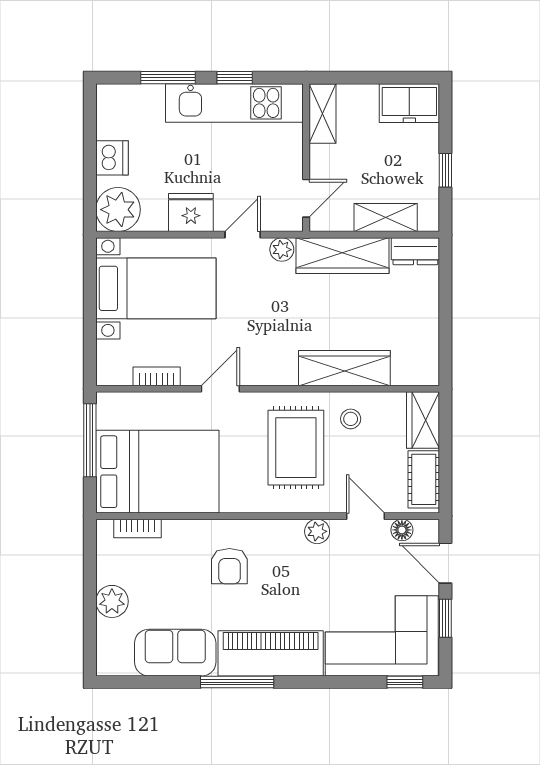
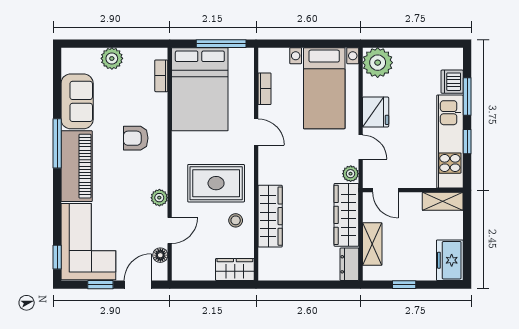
dishwasher: (112, 158) -> (452, 82), moved, turned 90
cot: (424, 479) -> (195, 270), removed

